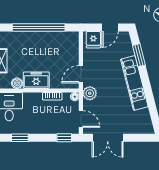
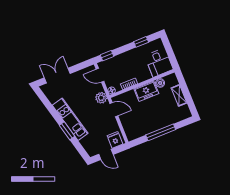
window: (39, 28) -> (161, 132), width x0.68
door: (110, 28) -> (106, 154), swing flipped
window: (139, 55) -> (67, 131), moved
door: (81, 74) -> (114, 110), hinge flipped
double door: (108, 138) -> (57, 76), moved

